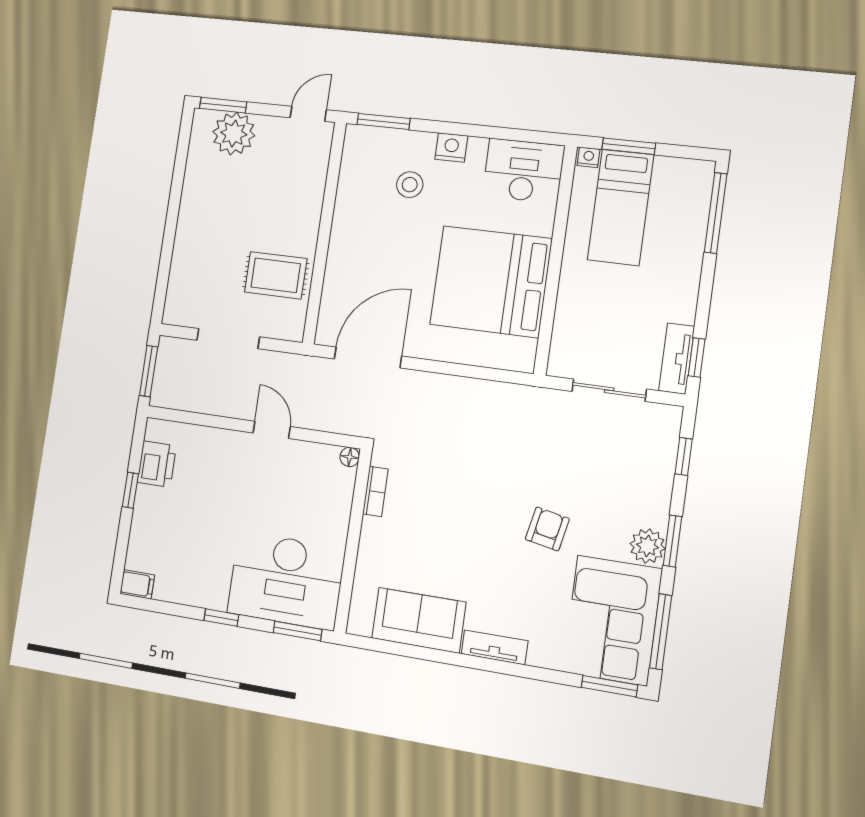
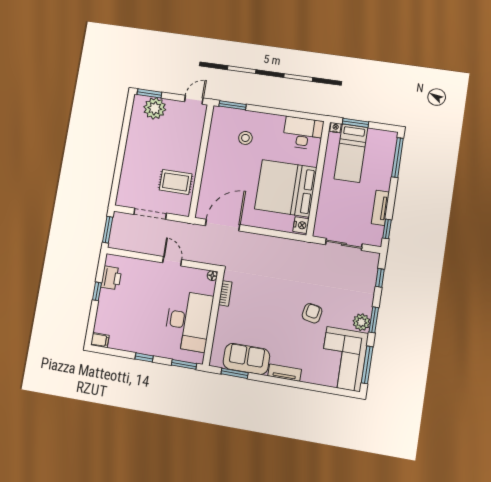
nightstand: (451, 147) -> (301, 225), moved, turned 90
tv unit: (677, 359) -> (380, 208), moved
desk: (286, 581) -> (189, 321), moved, turned -90
window: (609, 686) -> (235, 373), moved

